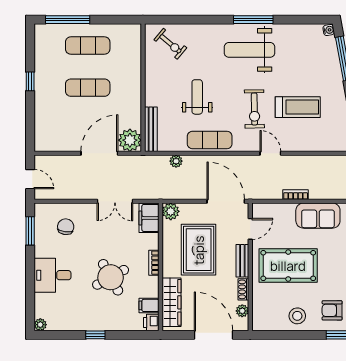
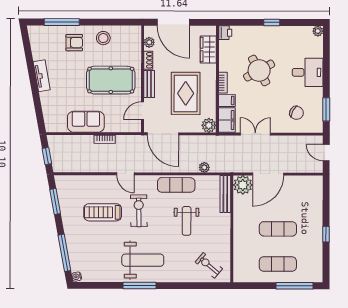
chair: (66, 227) -> (297, 113), turned -70
wardrobe: (172, 302) -> (208, 50), width x0.67
filing cabinet: (149, 305) -> (227, 100), moved

